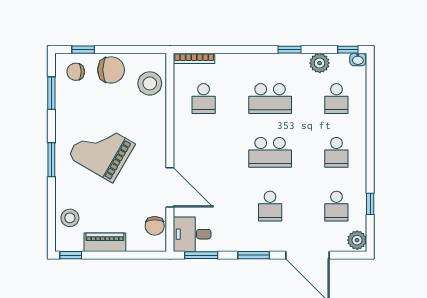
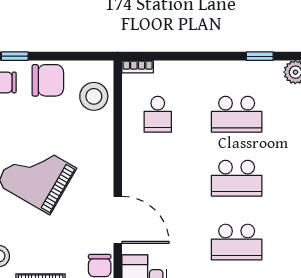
bookcase: (194, 58) -> (138, 67), width x0.64
school desk: (270, 206) -> (237, 242), width x1.85

